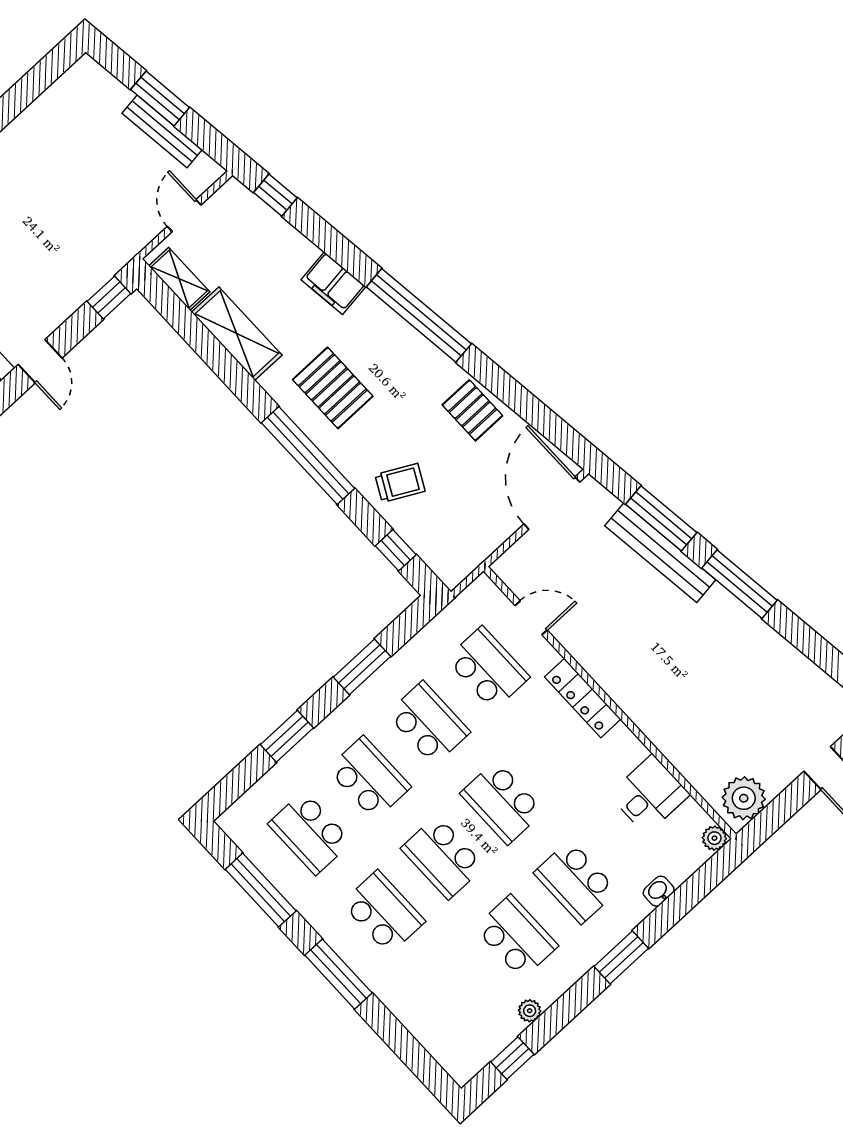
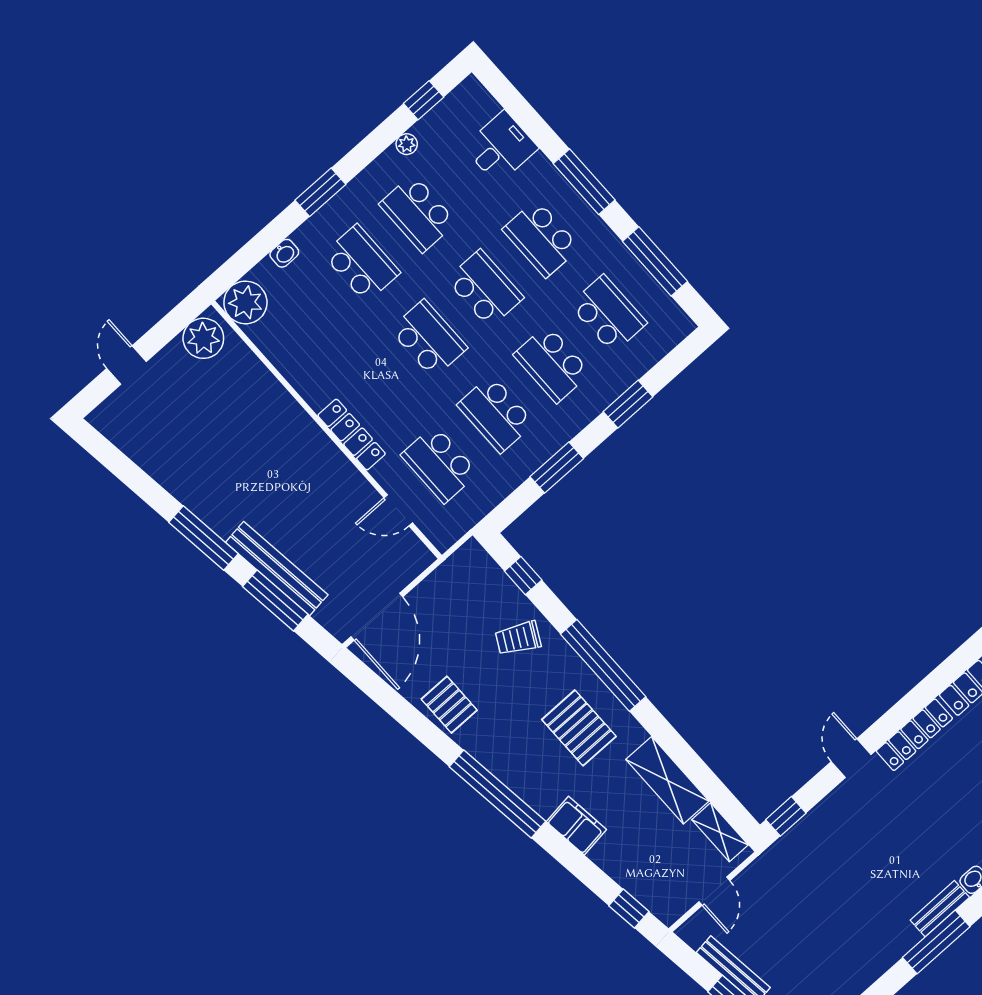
desk: (649, 794) -> (501, 147), moved, turned 180
plant: (714, 838) -> (245, 302), width x1.88, depth x1.88

